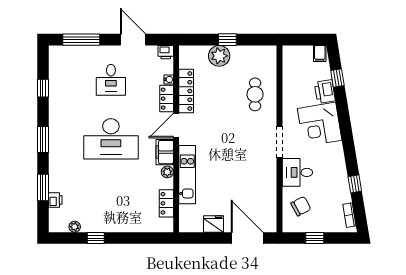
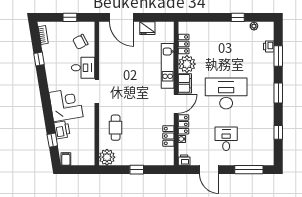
plant: (219, 56) -> (107, 157), moved
locker: (186, 91) -> (168, 136), width x0.66
plant: (167, 172) -> (187, 64), width x1.87, depth x1.87

